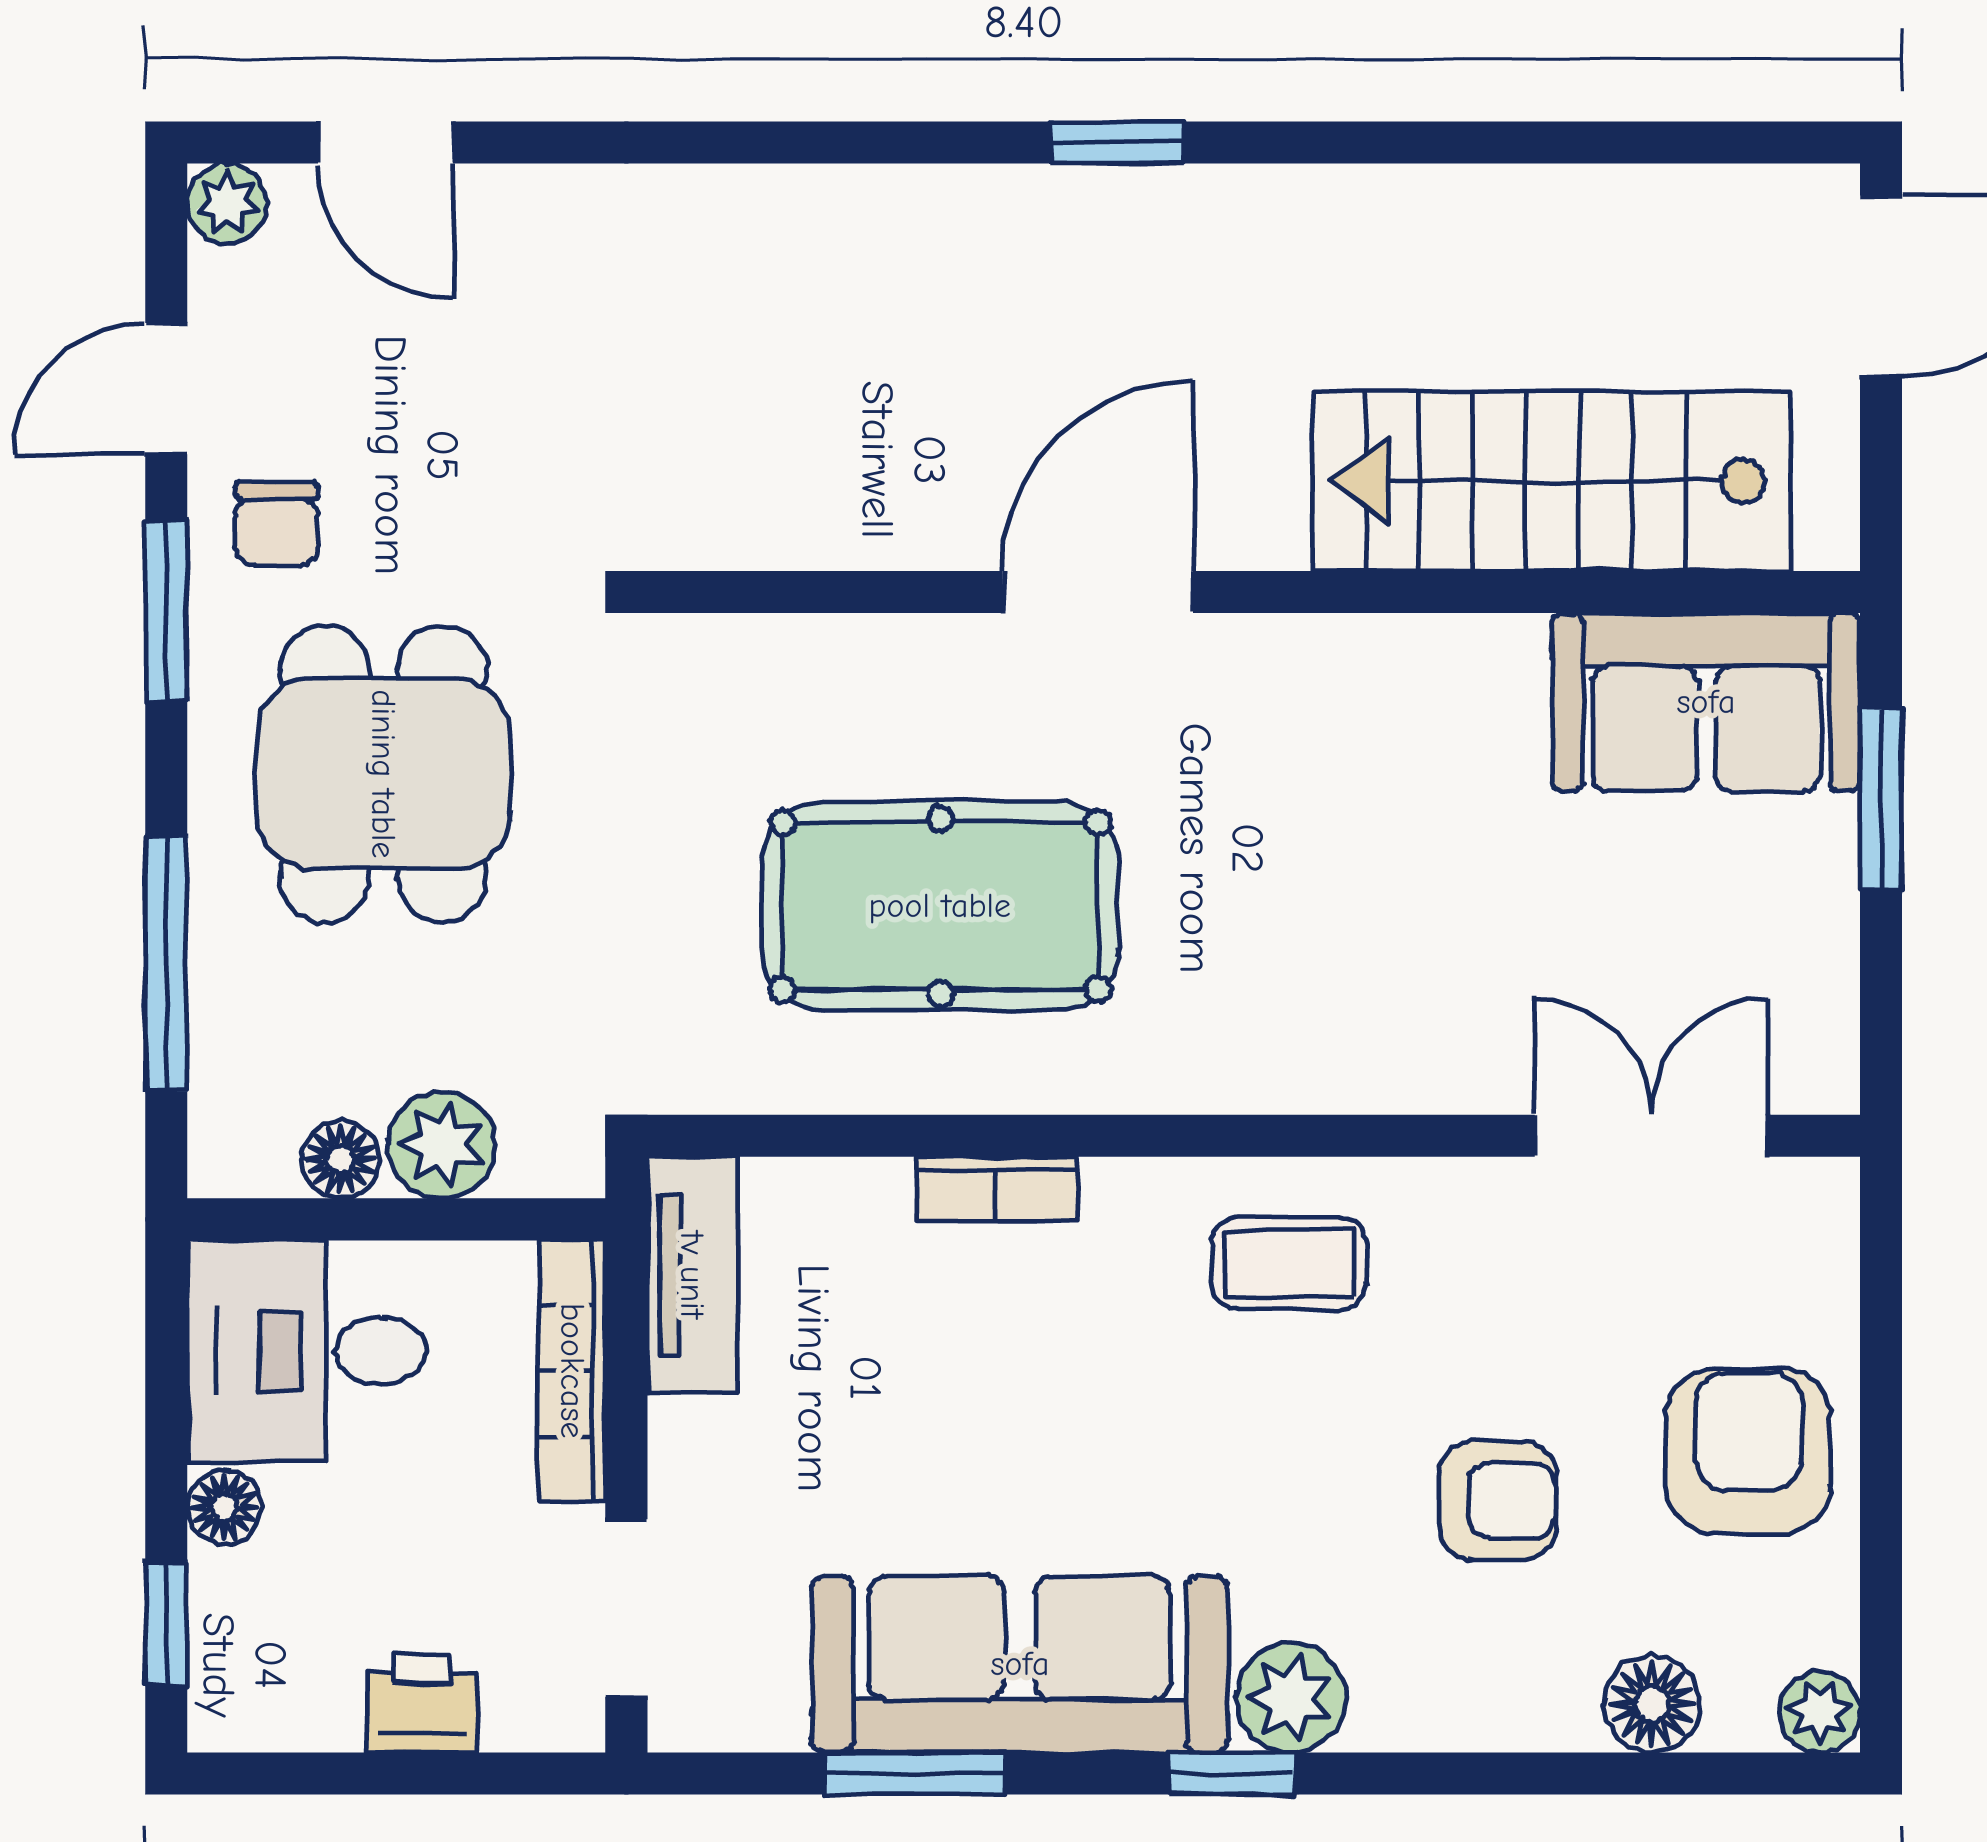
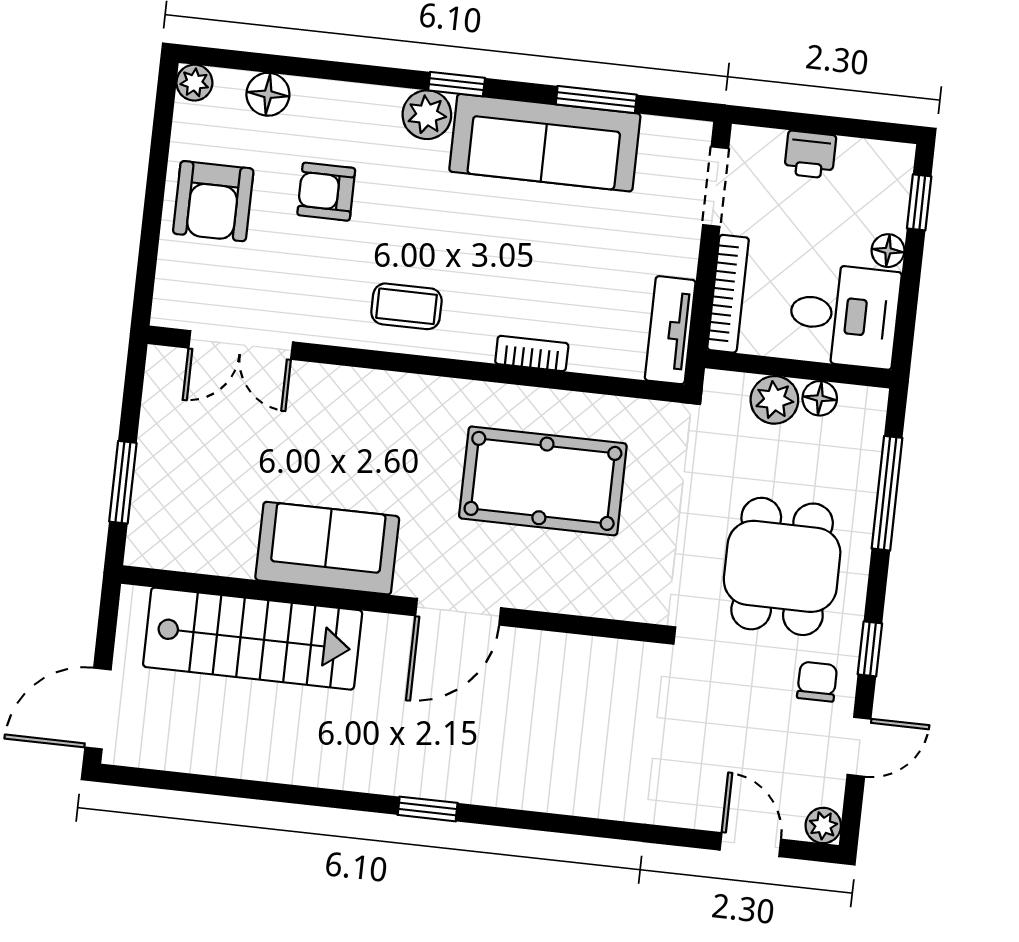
window: (166, 610) -> (870, 649), width x0.67
sofa: (1706, 702) -> (327, 548), moved

